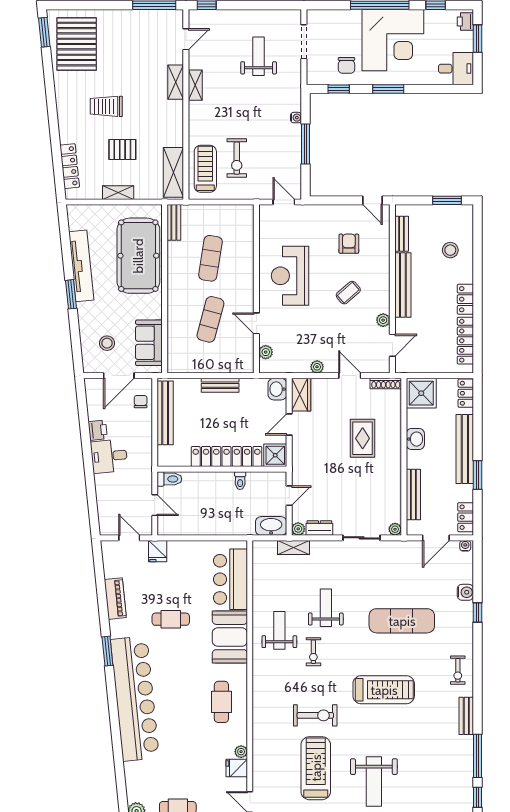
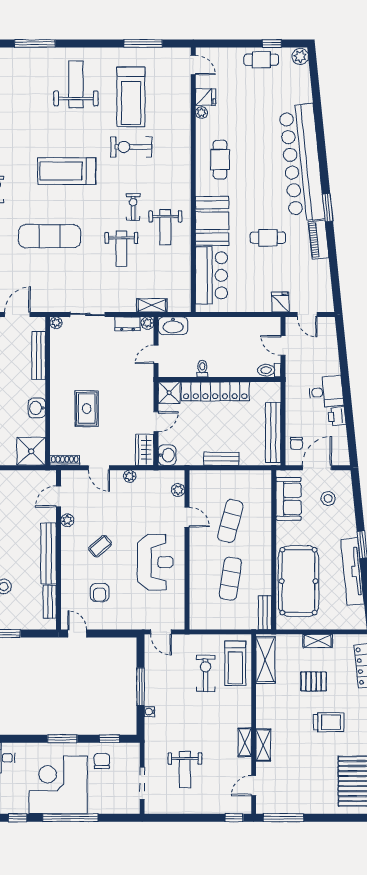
piano: (115, 599) -> (319, 240), moved

